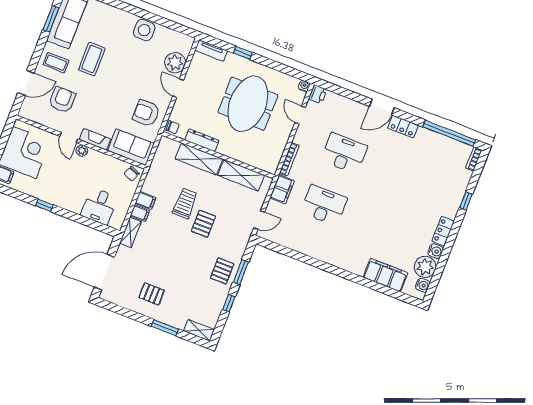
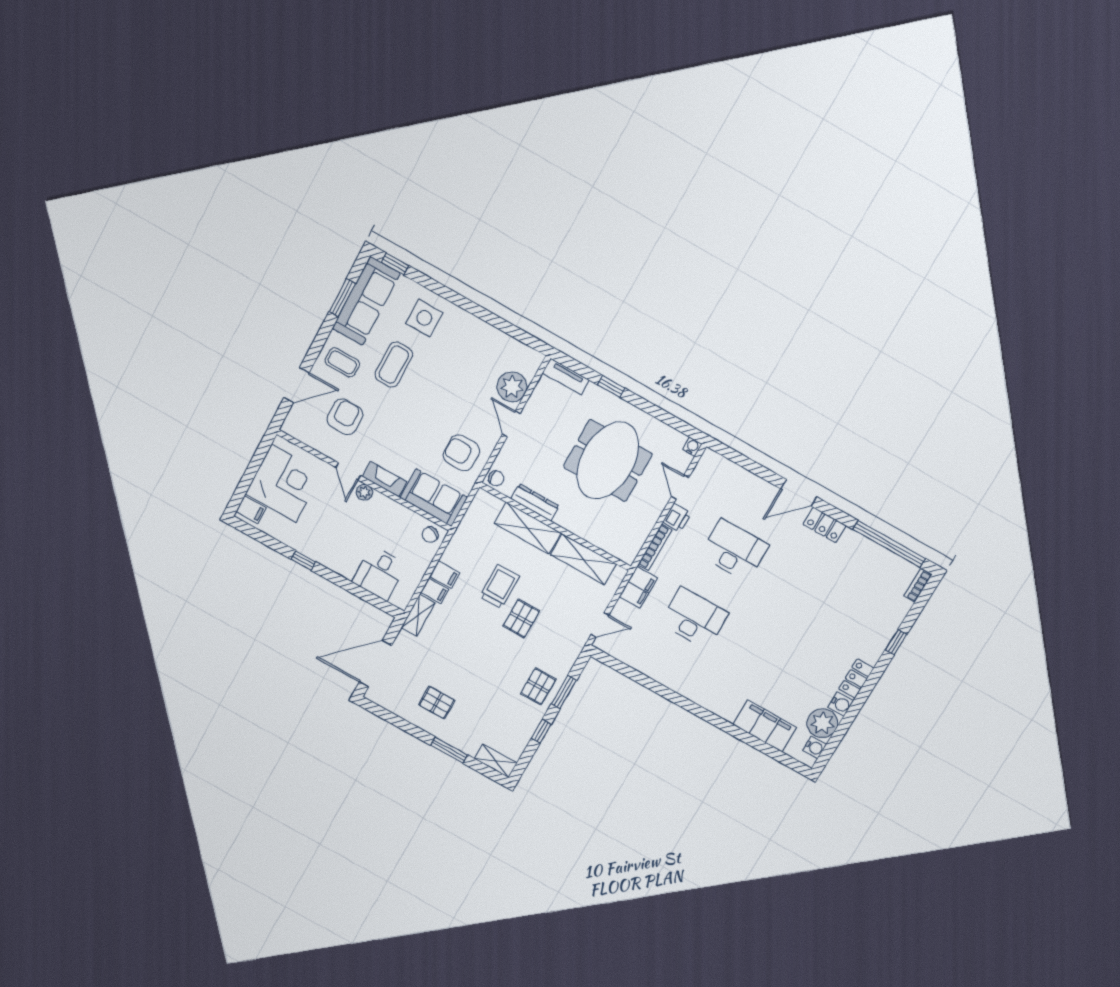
side table: (144, 30) -> (424, 318), moved
printer: (318, 94) -> (677, 518), moved

